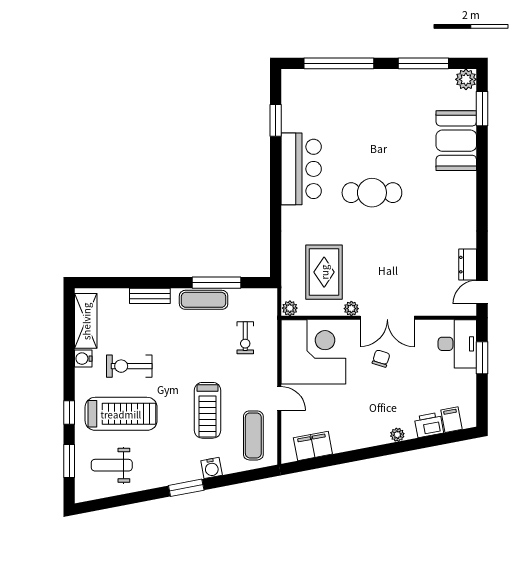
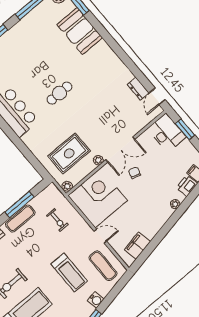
cafe table: (372, 193) -> (59, 93), width x0.73, depth x0.74
rug: (324, 272) -> (69, 153), turned 90

